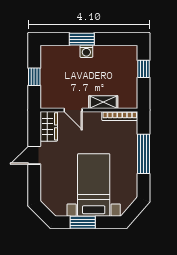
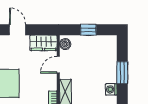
washing machine: (86, 51) -> (111, 89), moved
boiler: (50, 102) -> (65, 44), added

